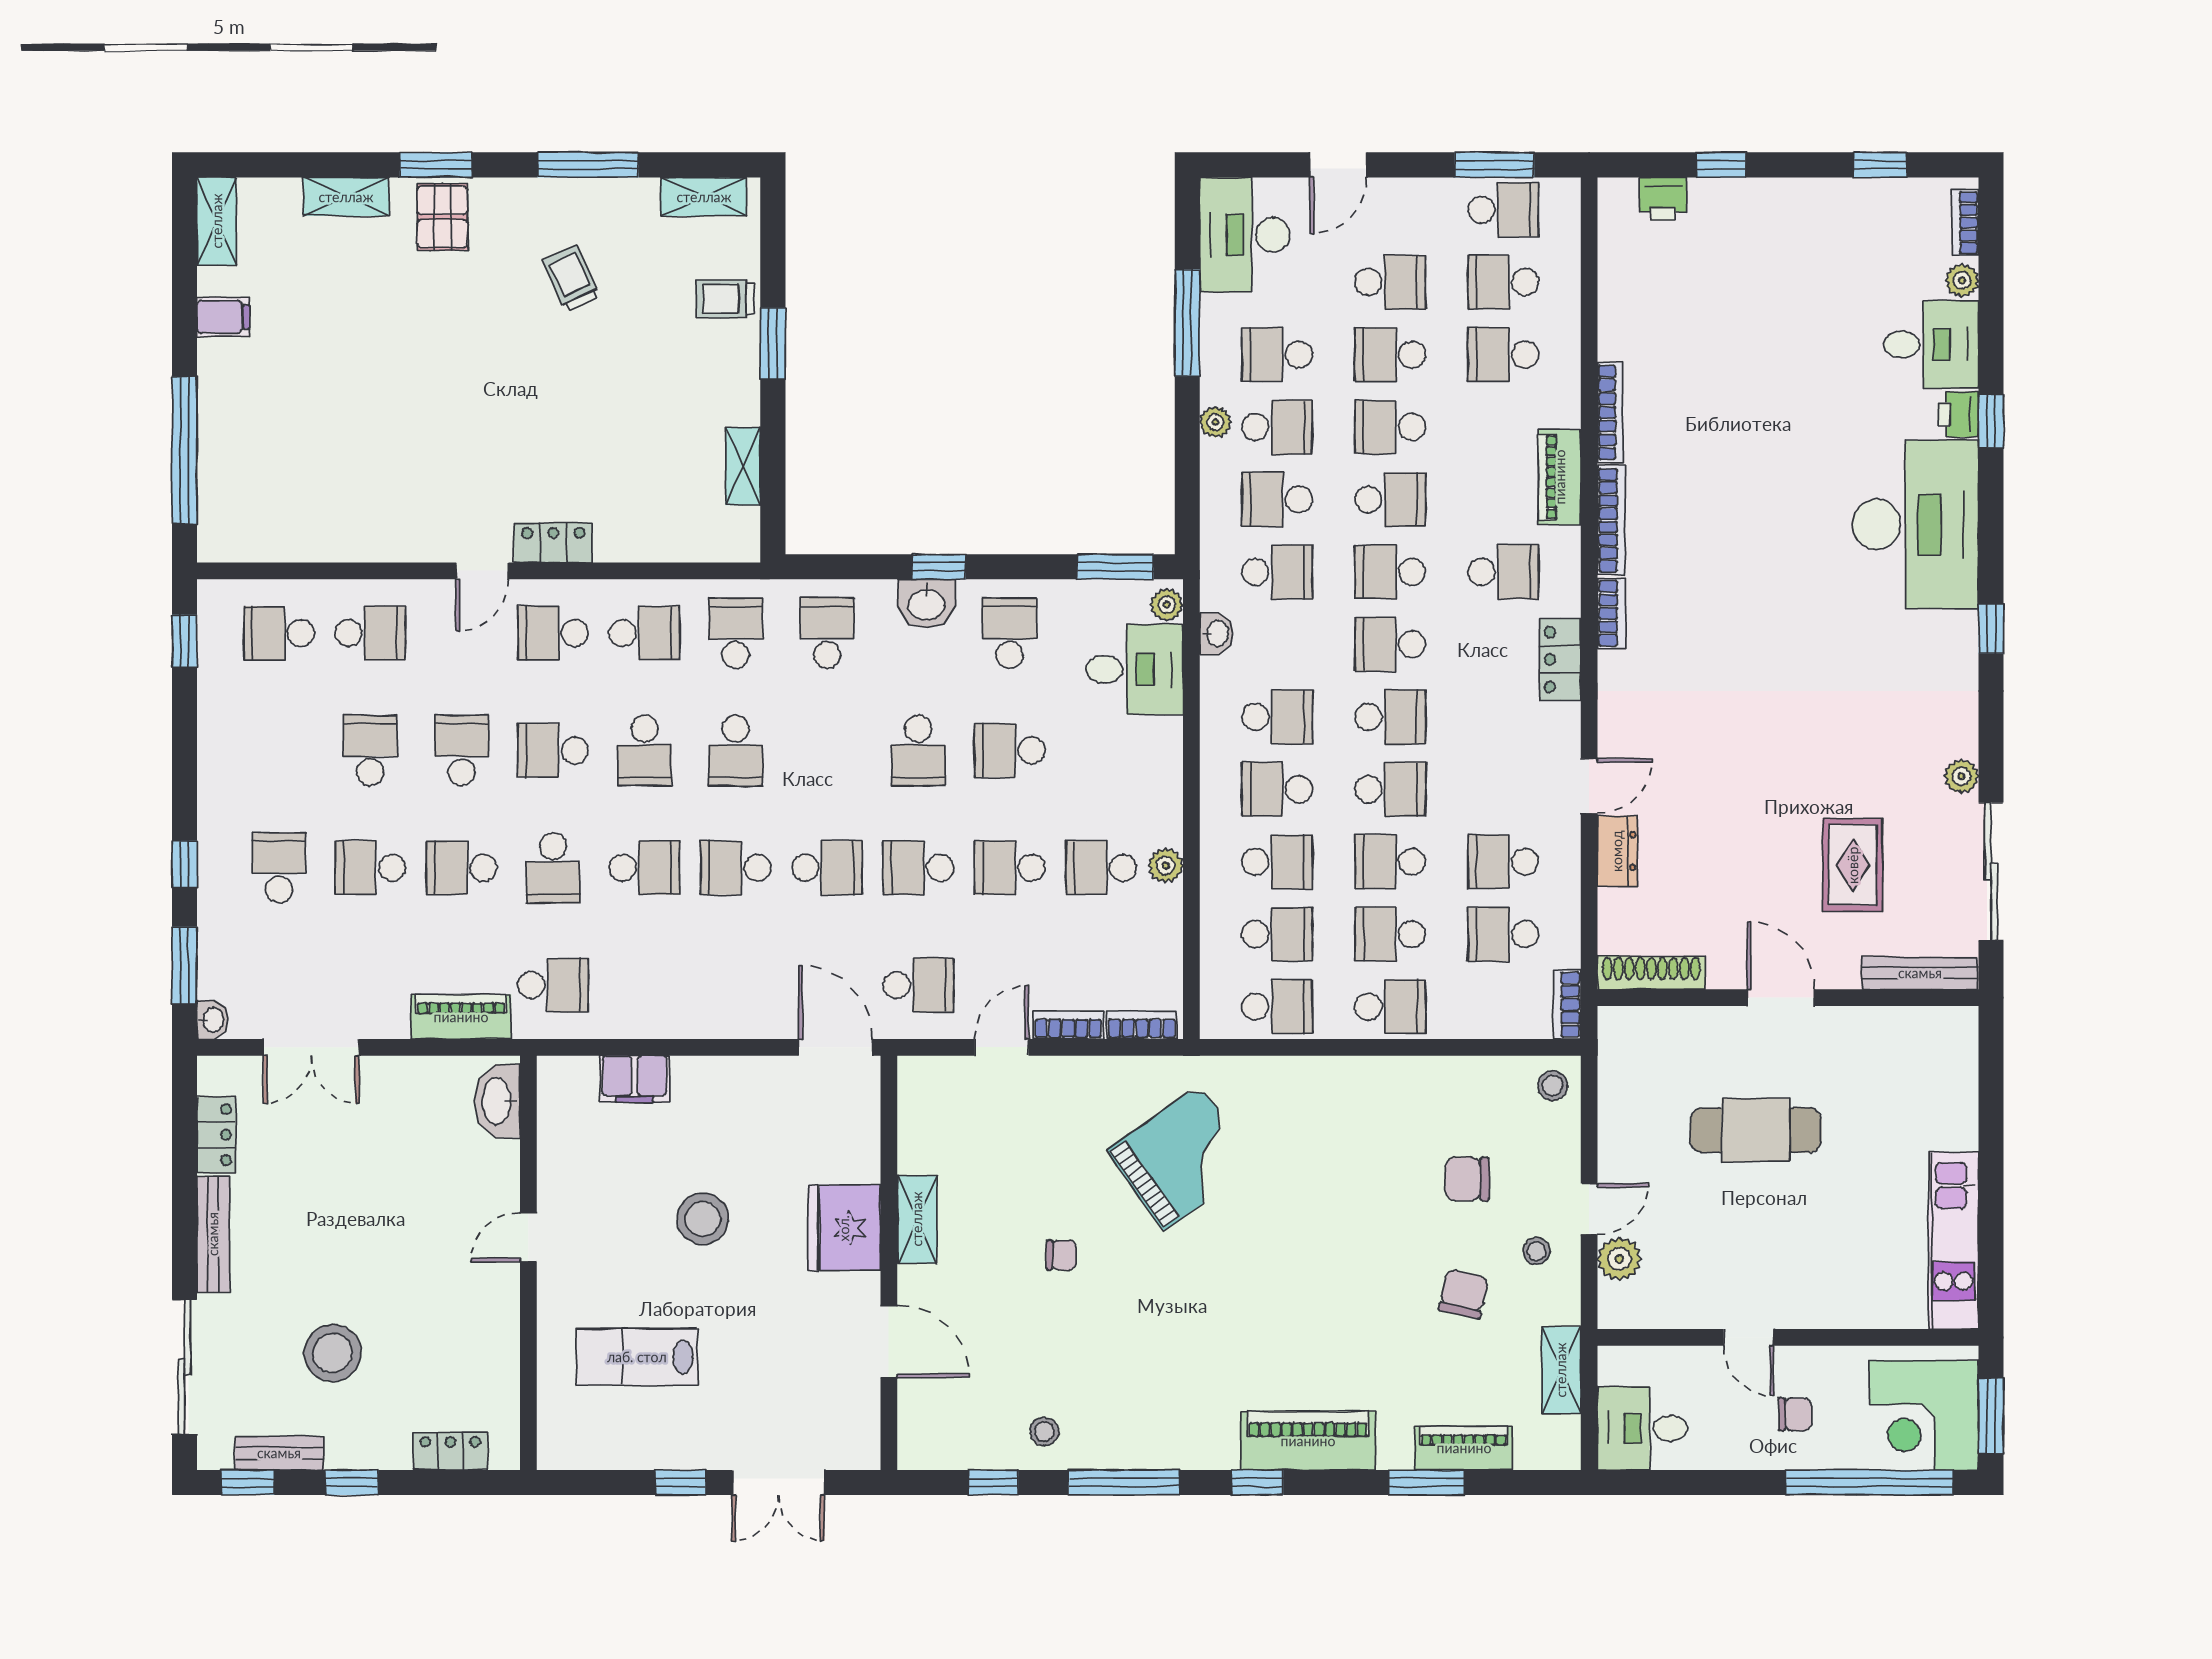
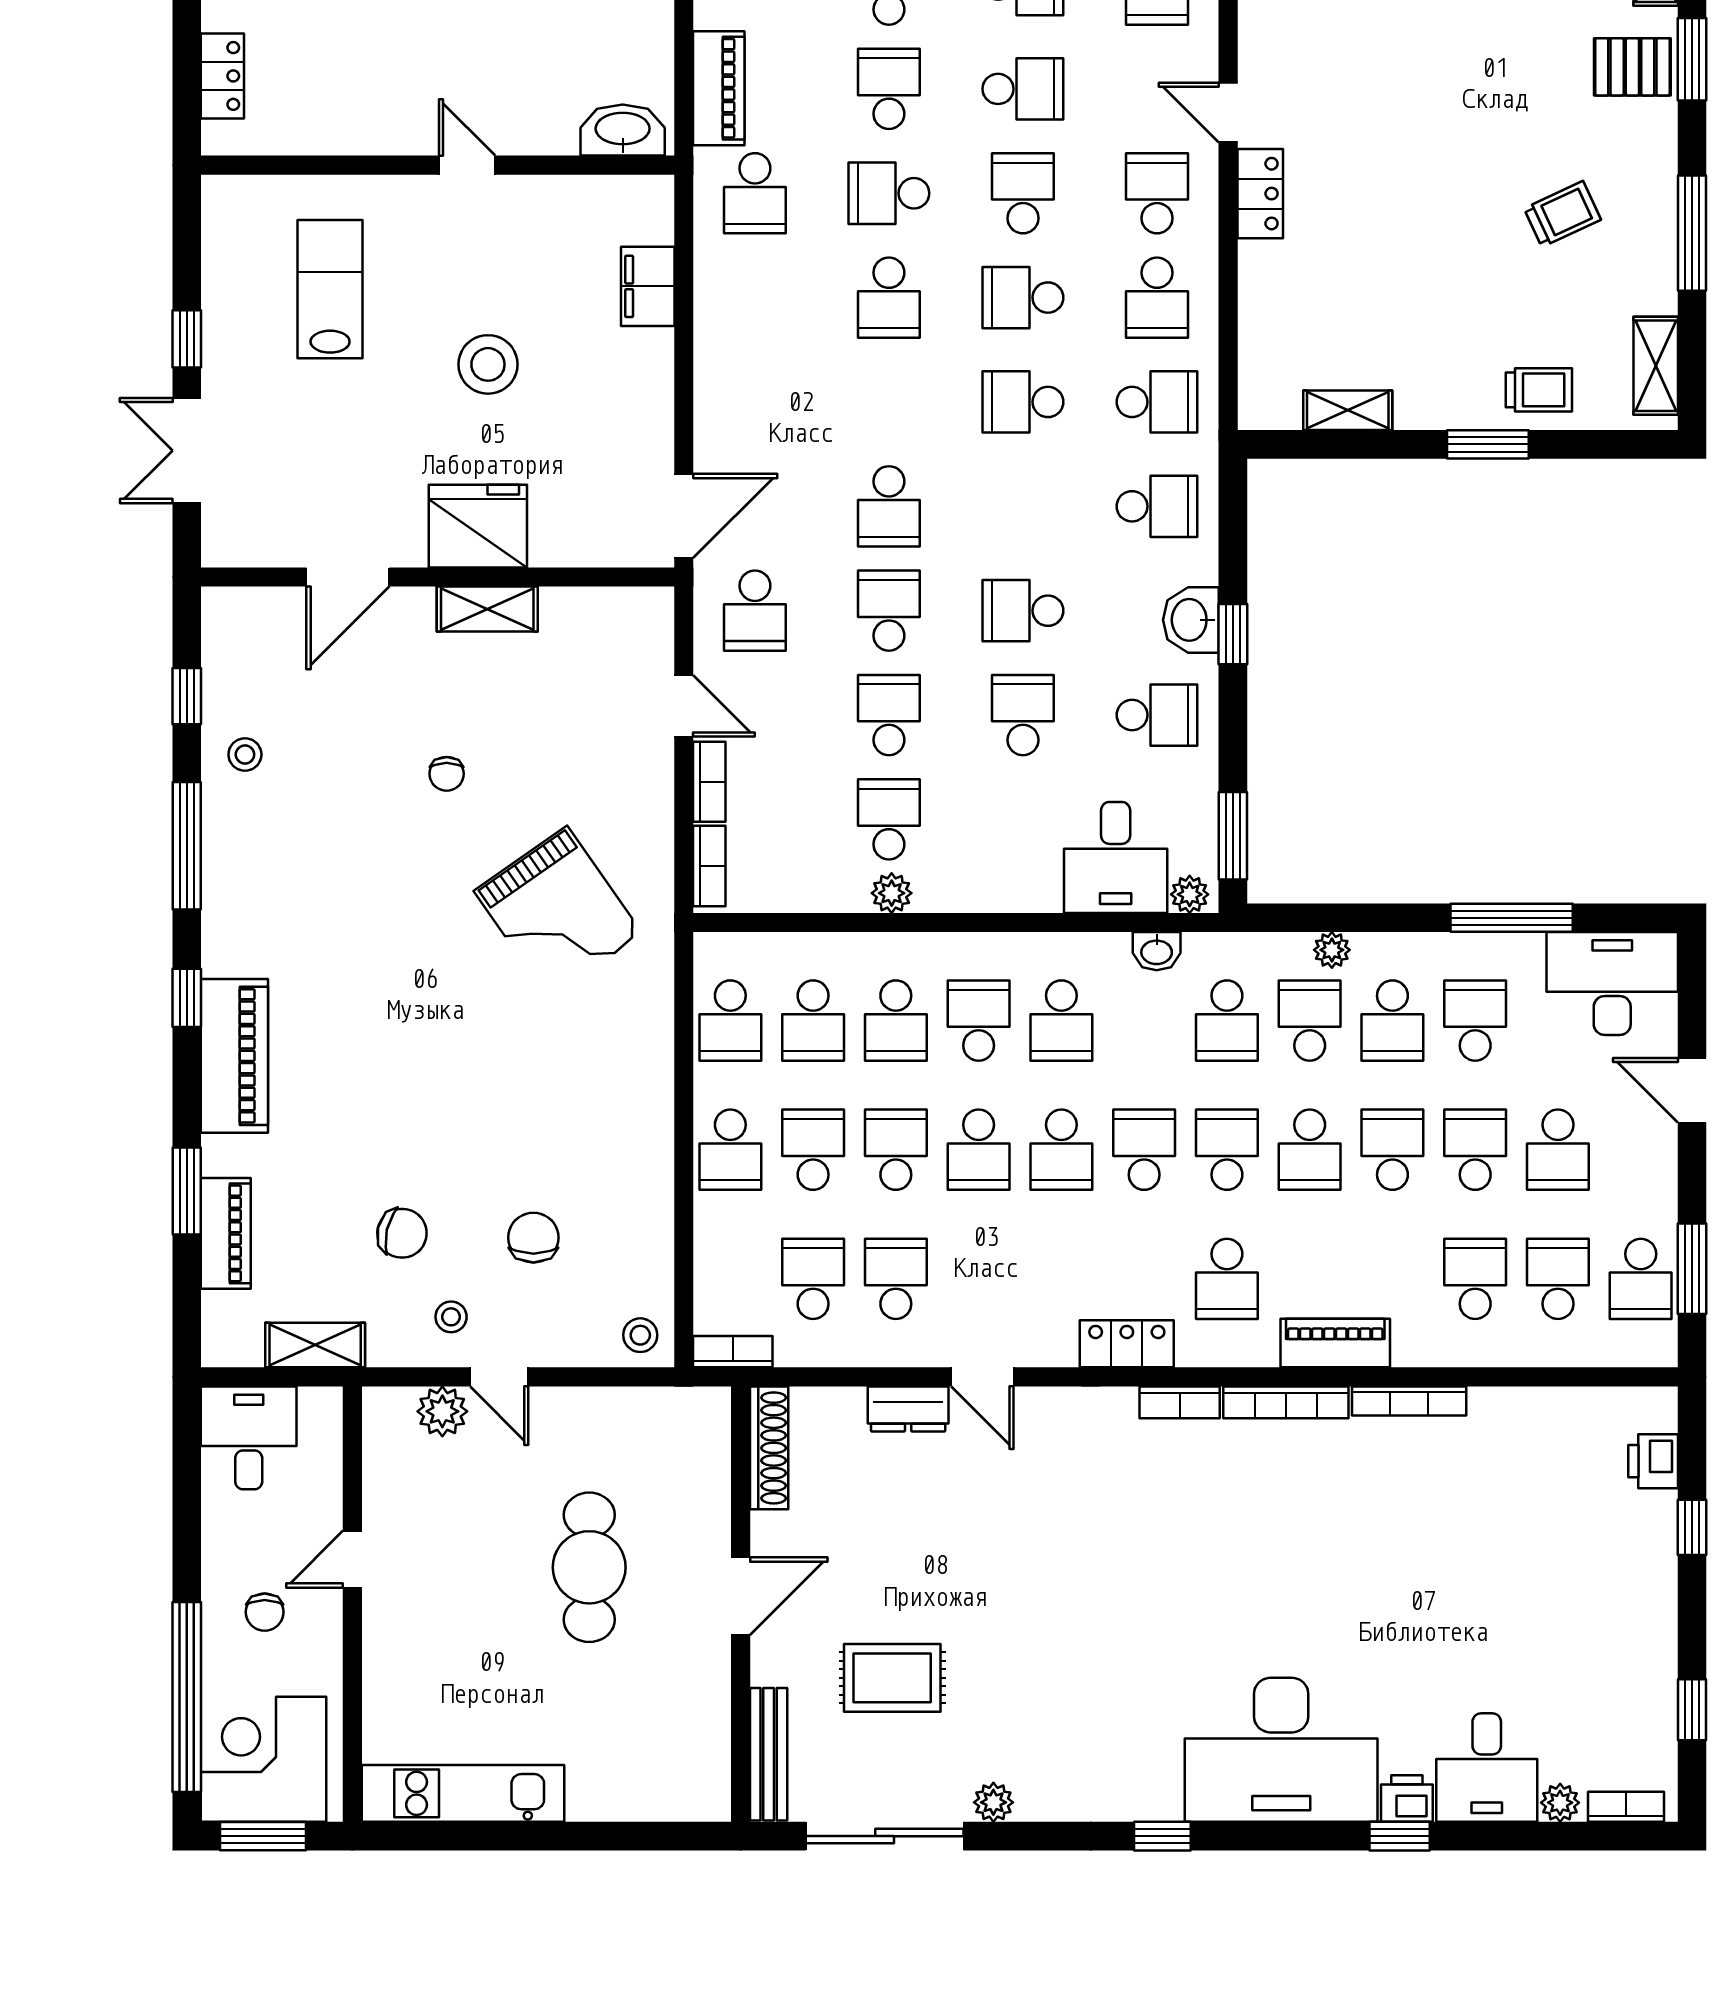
trolley: (725, 299) -> (1539, 390), turned 90
plant: (1215, 422) -> (1332, 950), moved
school desk: (736, 868) -> (889, 402), removed

